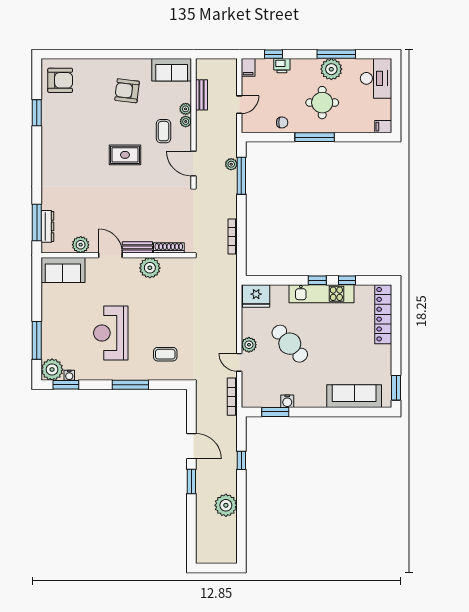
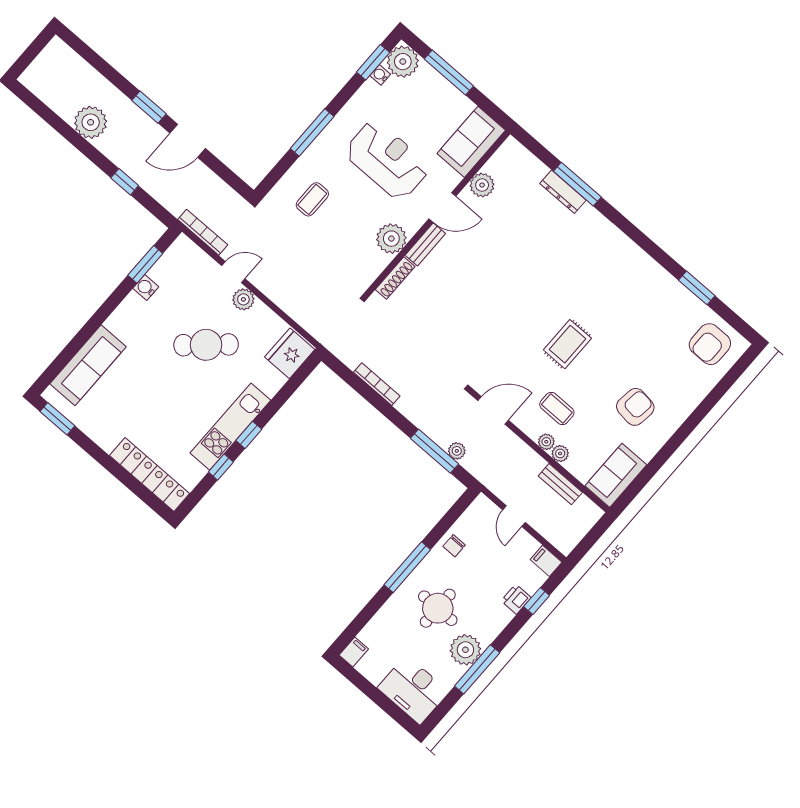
plant: (81, 245) -> (482, 185), moved
bench: (137, 247) -> (425, 244), moved
shoe rack: (169, 248) -> (395, 278), moved
door: (110, 255) -> (442, 208), moved
wall: (116, 255) -> (437, 214), moved
plant: (150, 268) -> (391, 239), moved
sofa: (63, 270) -> (471, 142), moved

